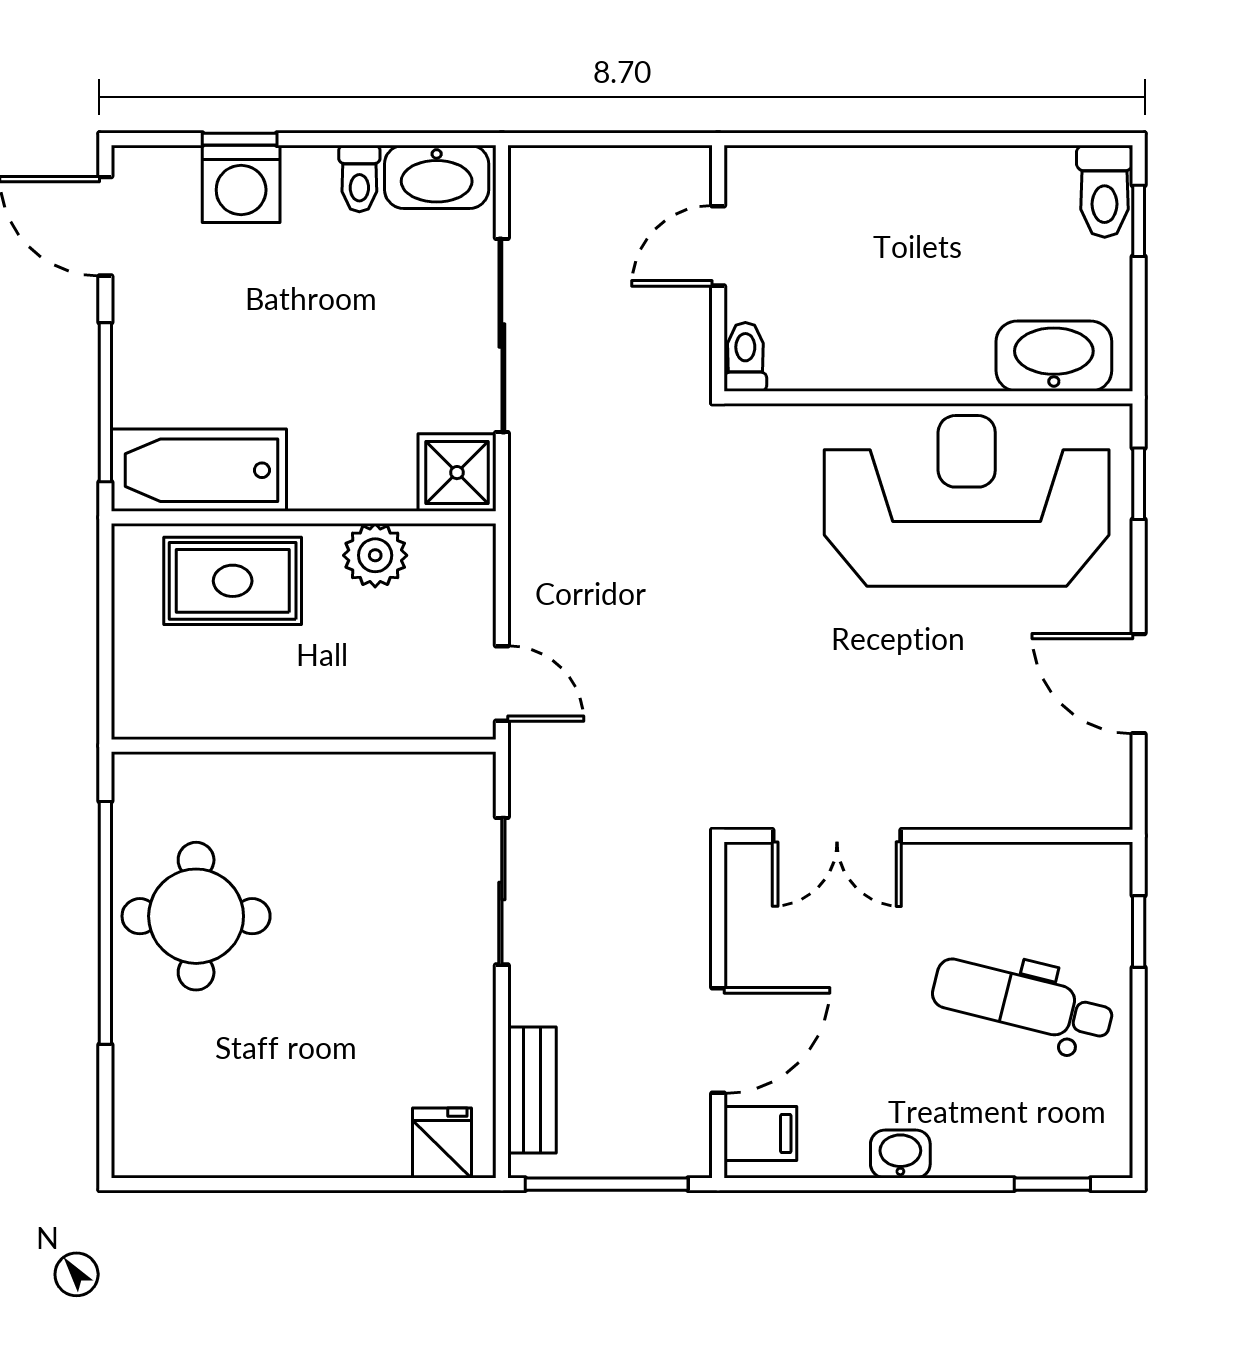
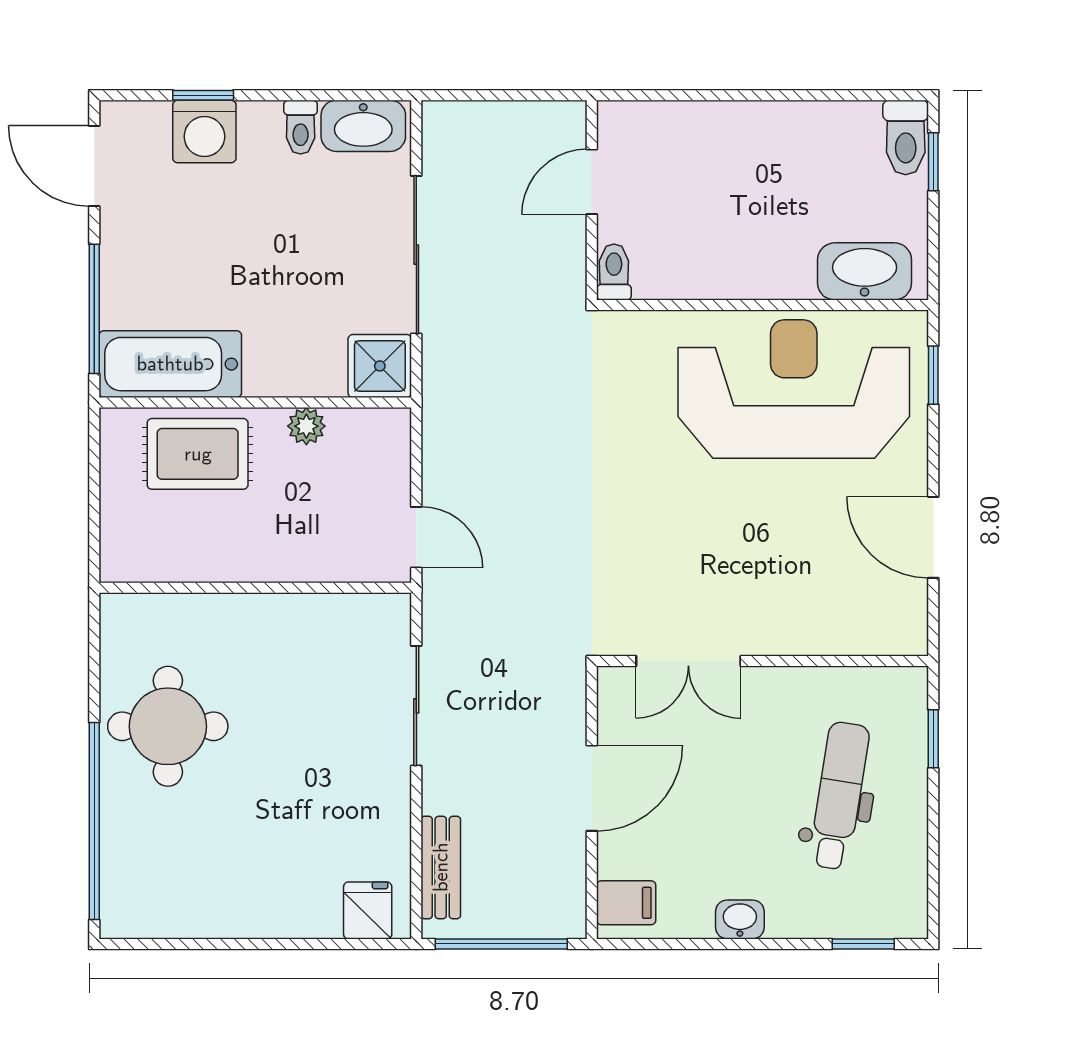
plant: (375, 555) -> (306, 426), width x0.73, depth x0.73
window: (105, 923) -> (94, 821), moved
dental chair: (1023, 1002) -> (839, 796), turned 85
door: (718, 1040) -> (592, 788), moved

